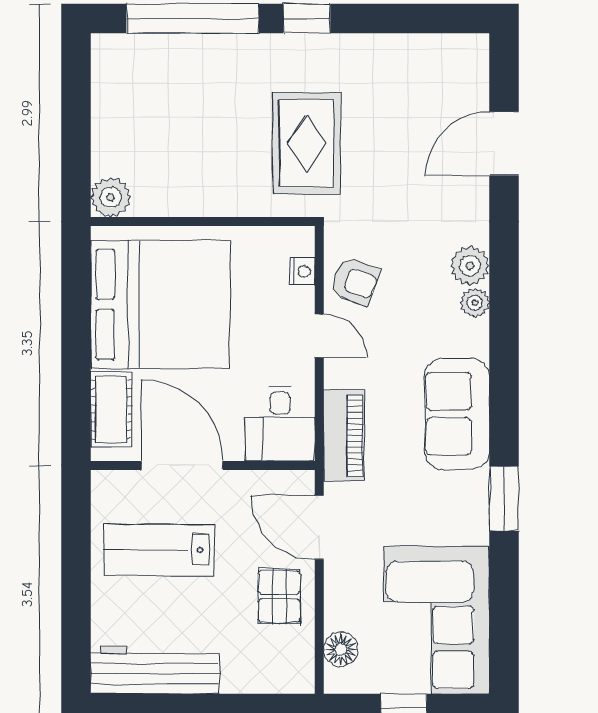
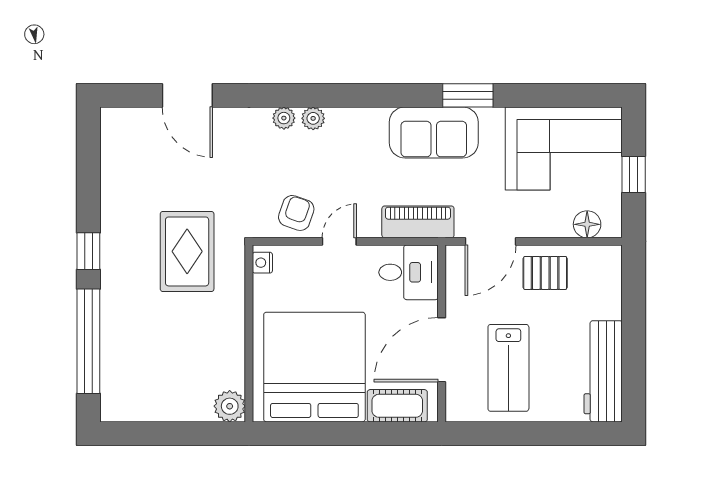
rug: (306, 143) -> (187, 251), turned 90
plant: (470, 266) -> (284, 118), width x0.73, depth x0.73
nightstand: (302, 271) -> (262, 263), moved, turned -90
sofa: (457, 414) -> (434, 132), moved

